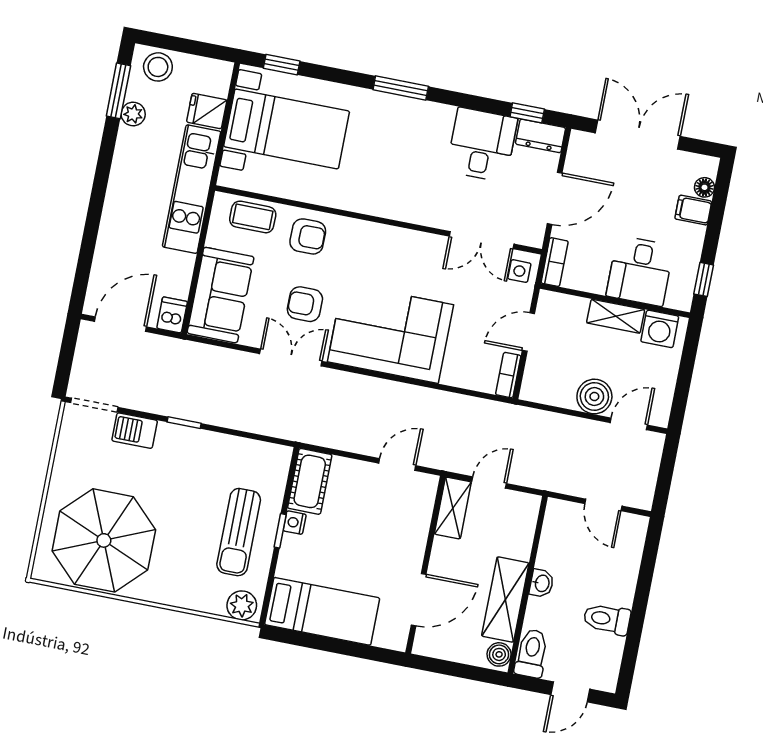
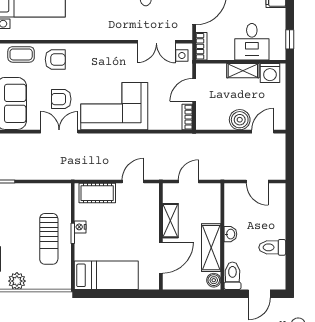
cot: (310, 481) -> (97, 193), moved, turned 90
shelving: (453, 508) -> (170, 221), moved
plant: (242, 605) -> (17, 281), moved

